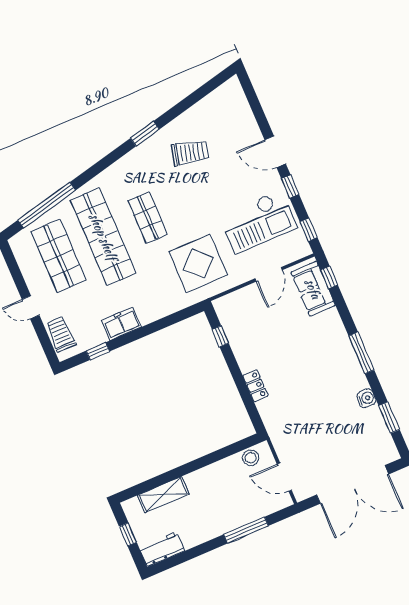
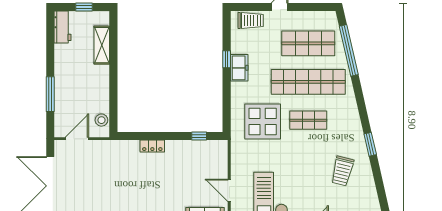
display table: (198, 263) -> (263, 121), moved
window: (98, 351) -> (227, 59), moved

